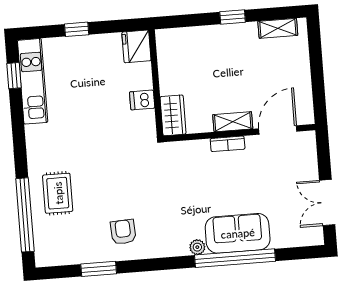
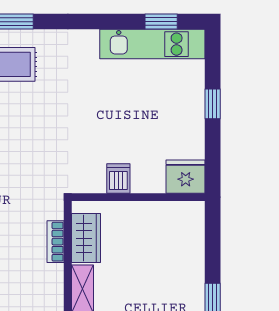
wardrobe: (173, 115) -> (86, 238), moved, turned -90
bookcase: (228, 144) -> (56, 242), moved

